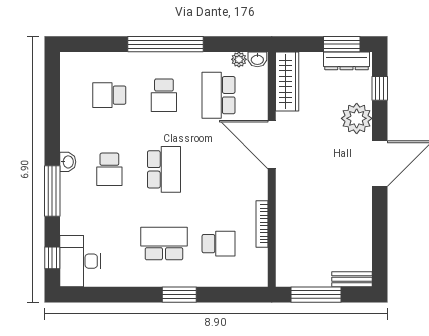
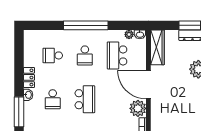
locker: (69, 132) -> (29, 77), added
plant: (254, 185) -> (138, 108), added

